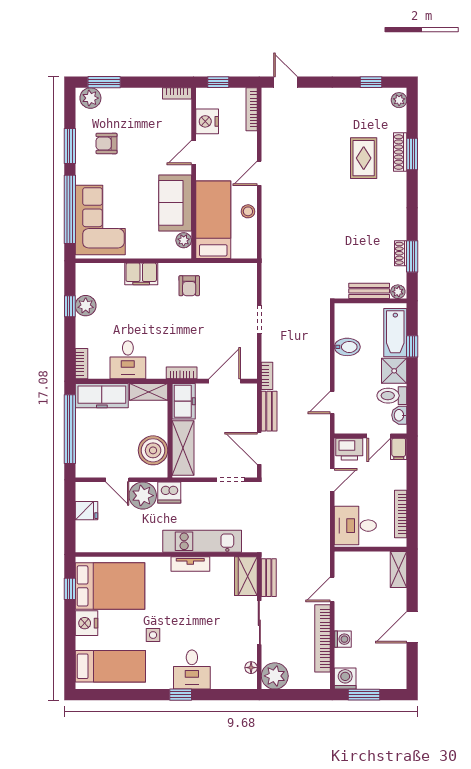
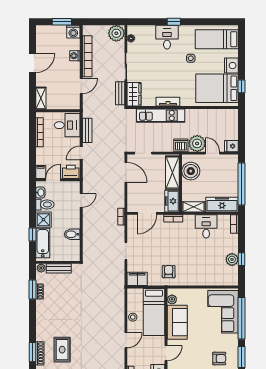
filing cabinet: (141, 274) -> (137, 279), moved
bench: (269, 411) -> (87, 130), moved
fridge: (86, 511) -> (231, 146), moved

